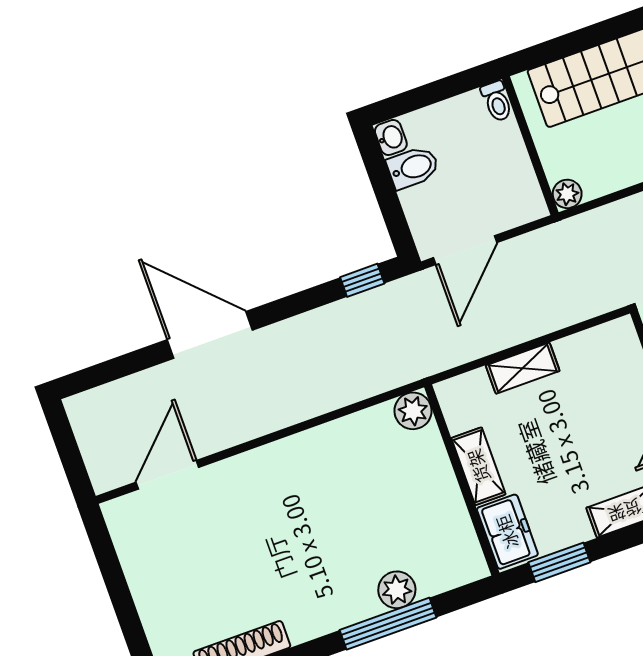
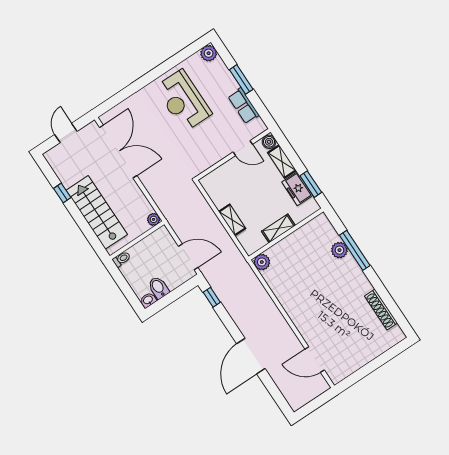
freezer: (507, 532) -> (297, 189), moved, turned -90

